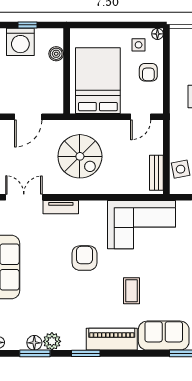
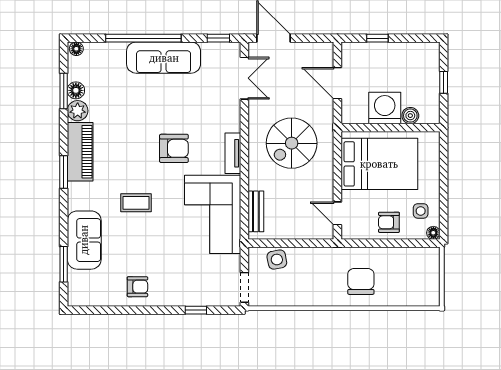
washing machine: (20, 42) -> (385, 108), moved, turned 90
bench: (156, 173) -> (256, 211), moved, turned 90
tv unit: (61, 207) -> (233, 153), moved
piano: (112, 339) -> (80, 152), moved
window: (86, 353) -> (64, 172), moved

